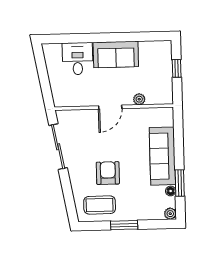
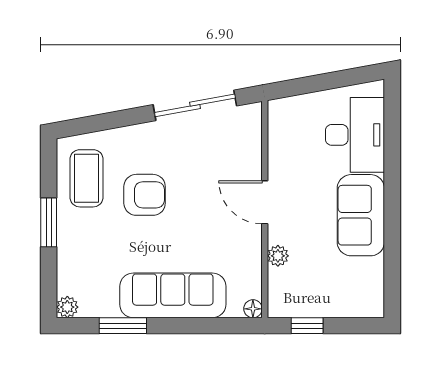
desk: (78, 59) -> (355, 135), width x1.37
window: (177, 68) -> (307, 326), moved
floor lamp: (171, 191) -> (253, 309), moved

